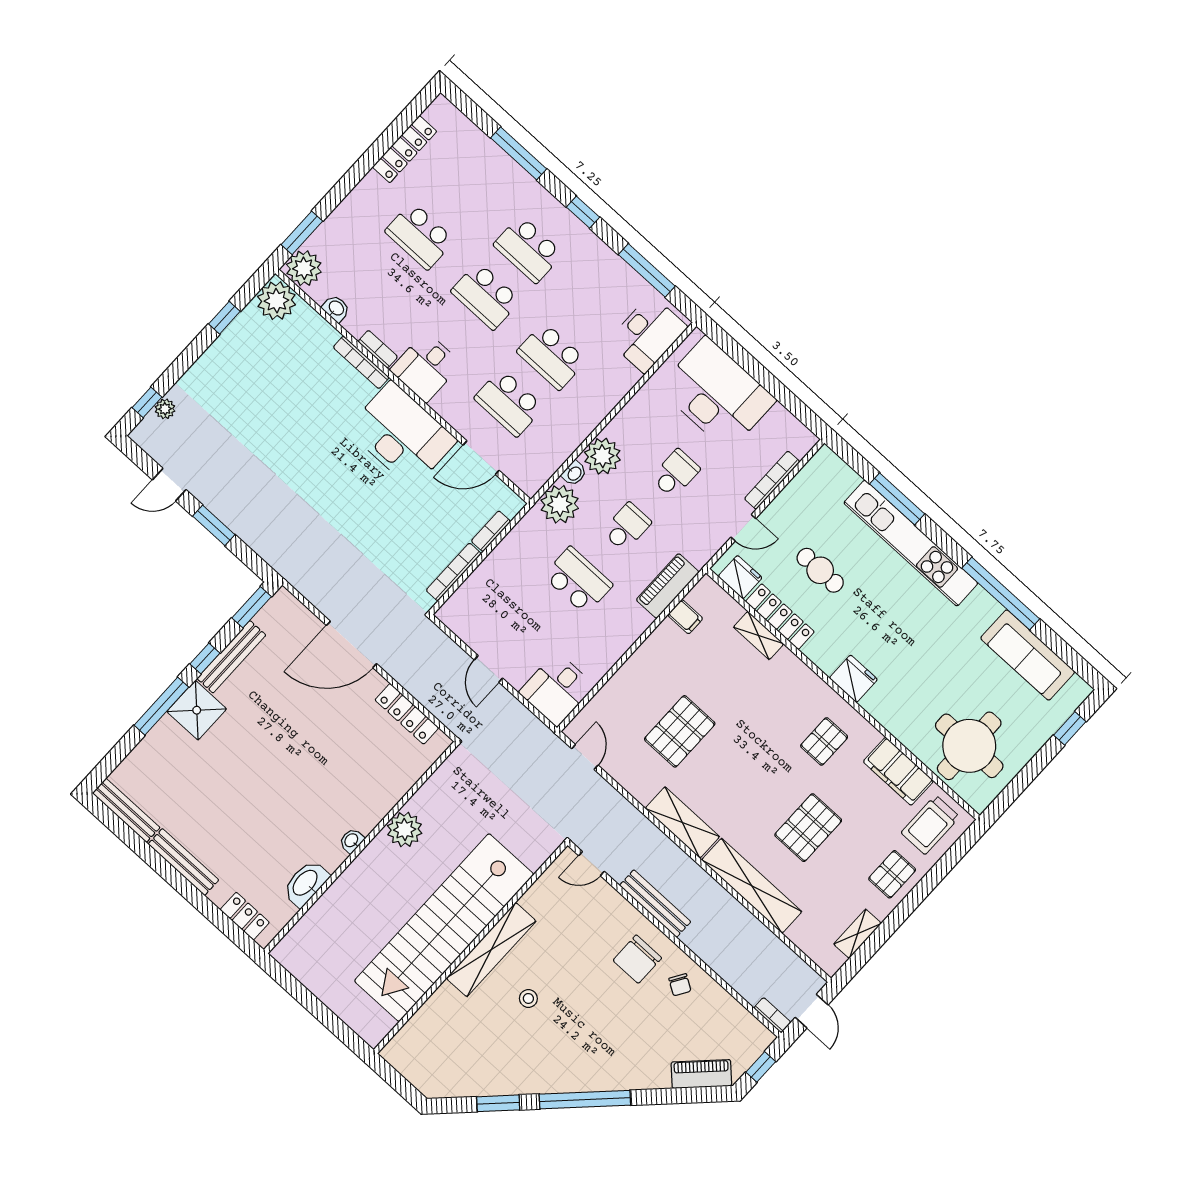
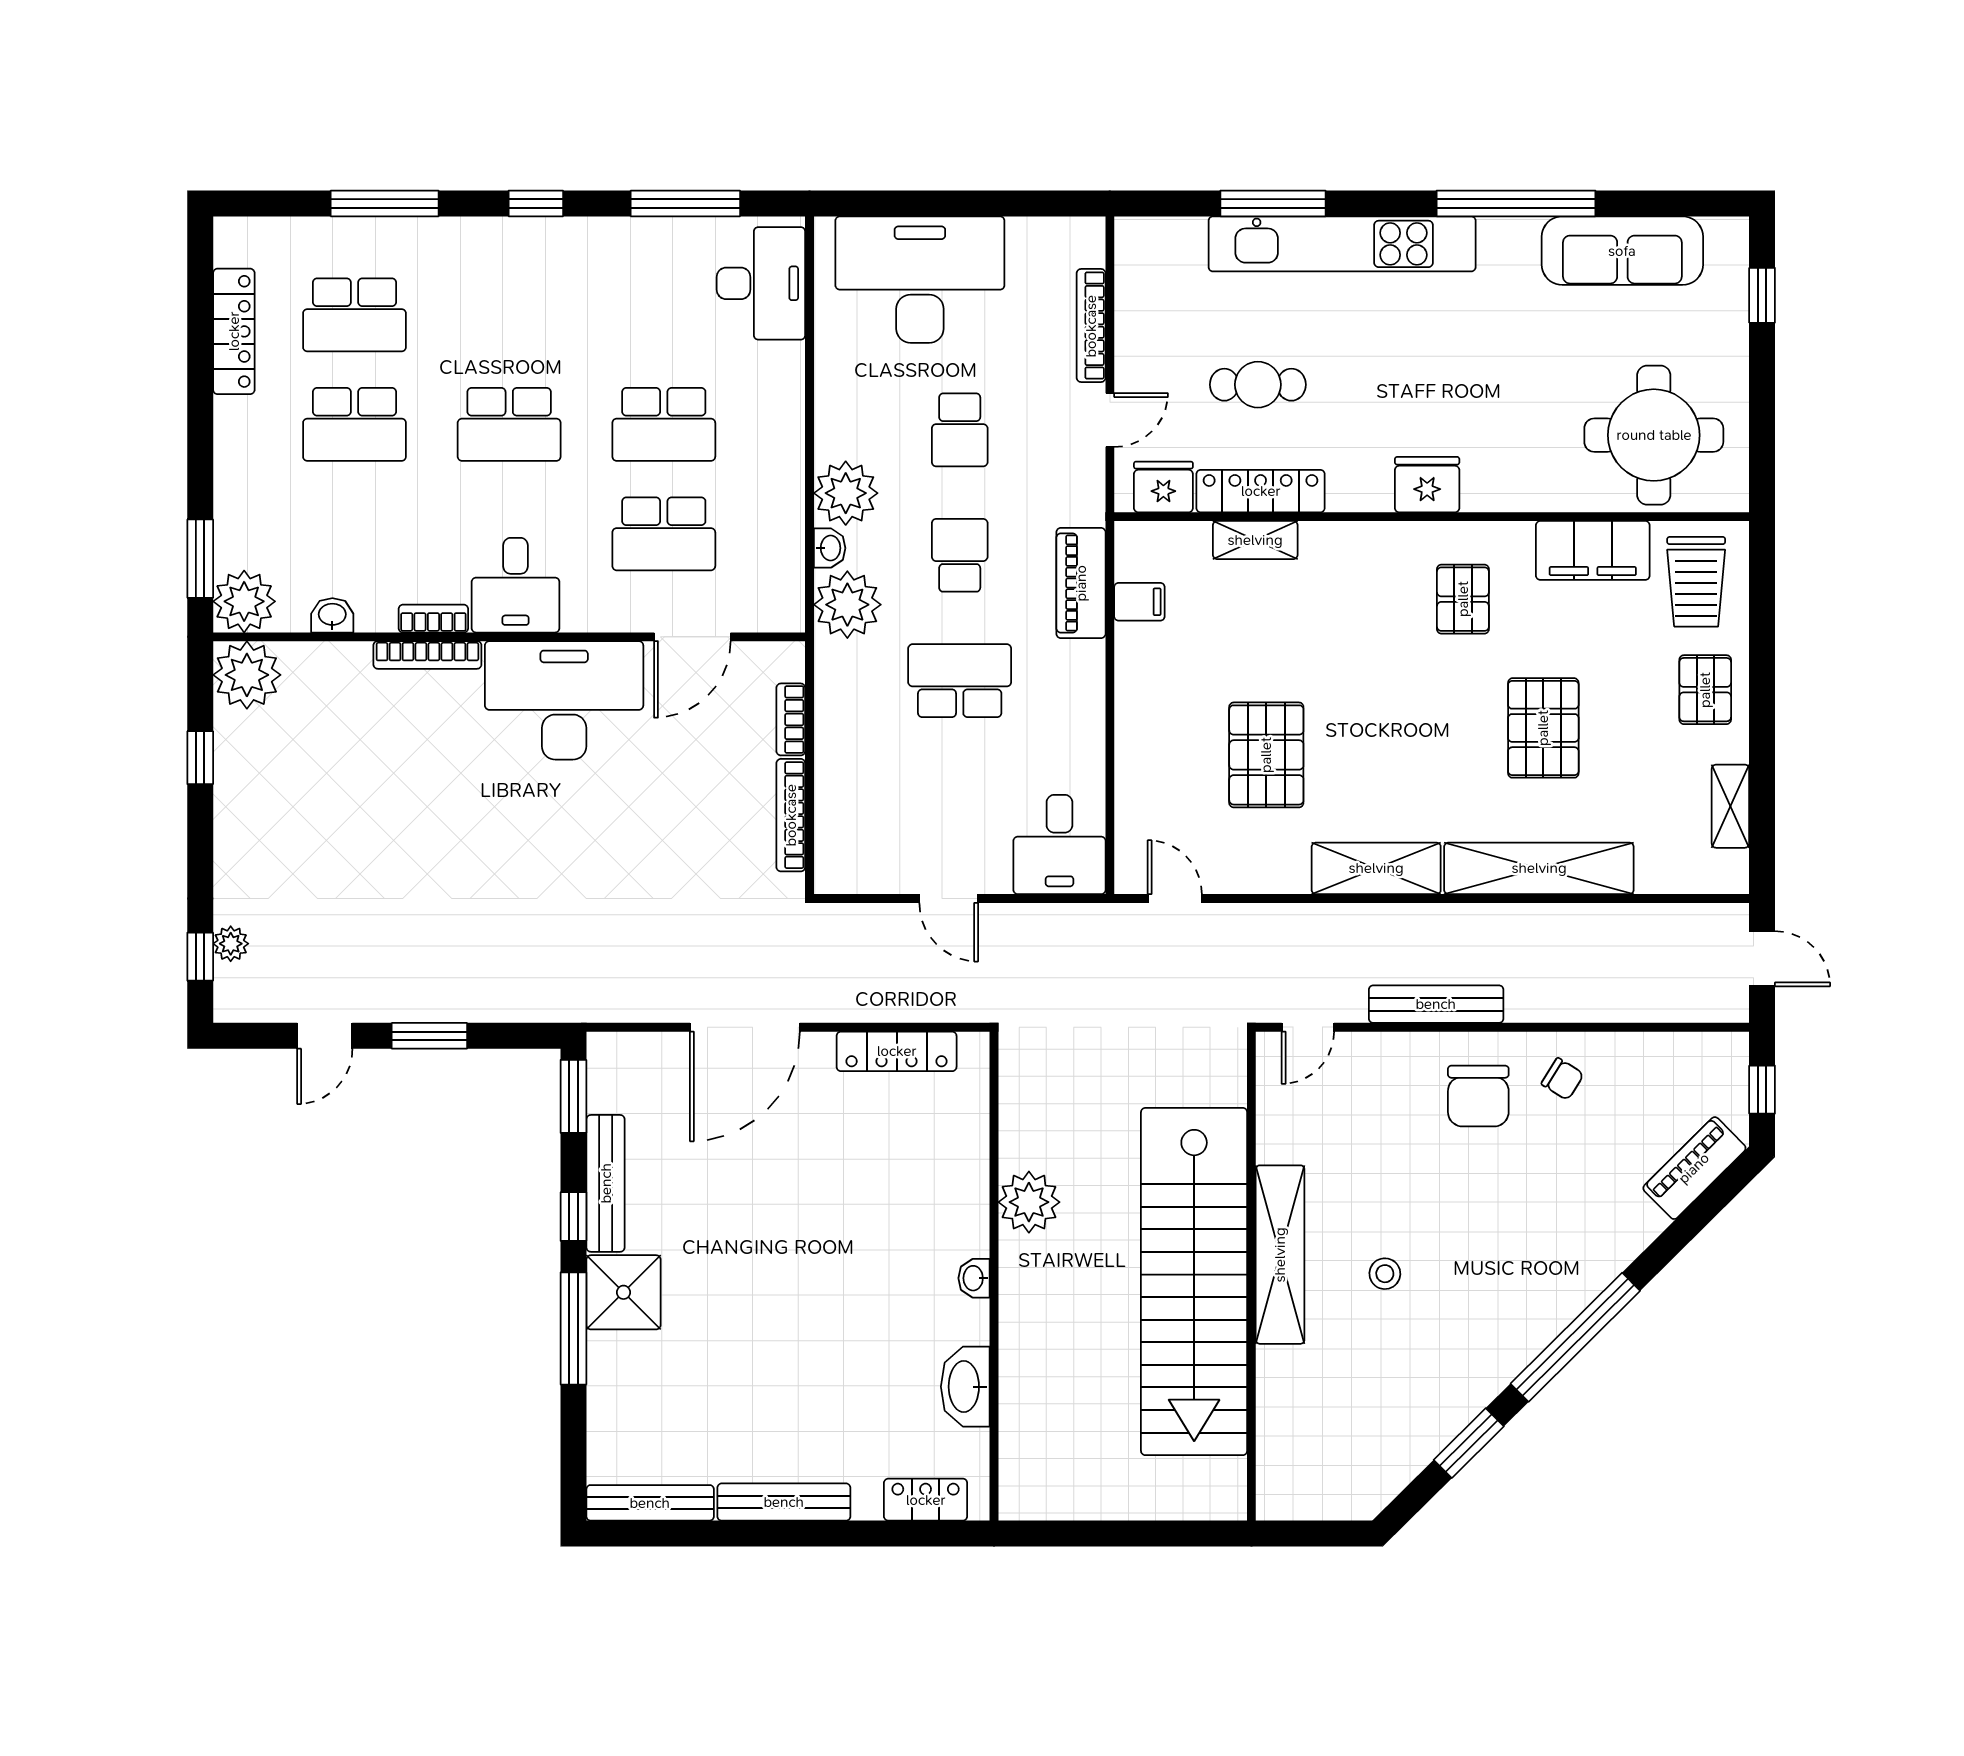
school desk: (528, 249) -> (354, 315), moved
school desk: (675, 474) -> (960, 430), turned 180
bookcase: (772, 1015) -> (1717, 1010), removed

